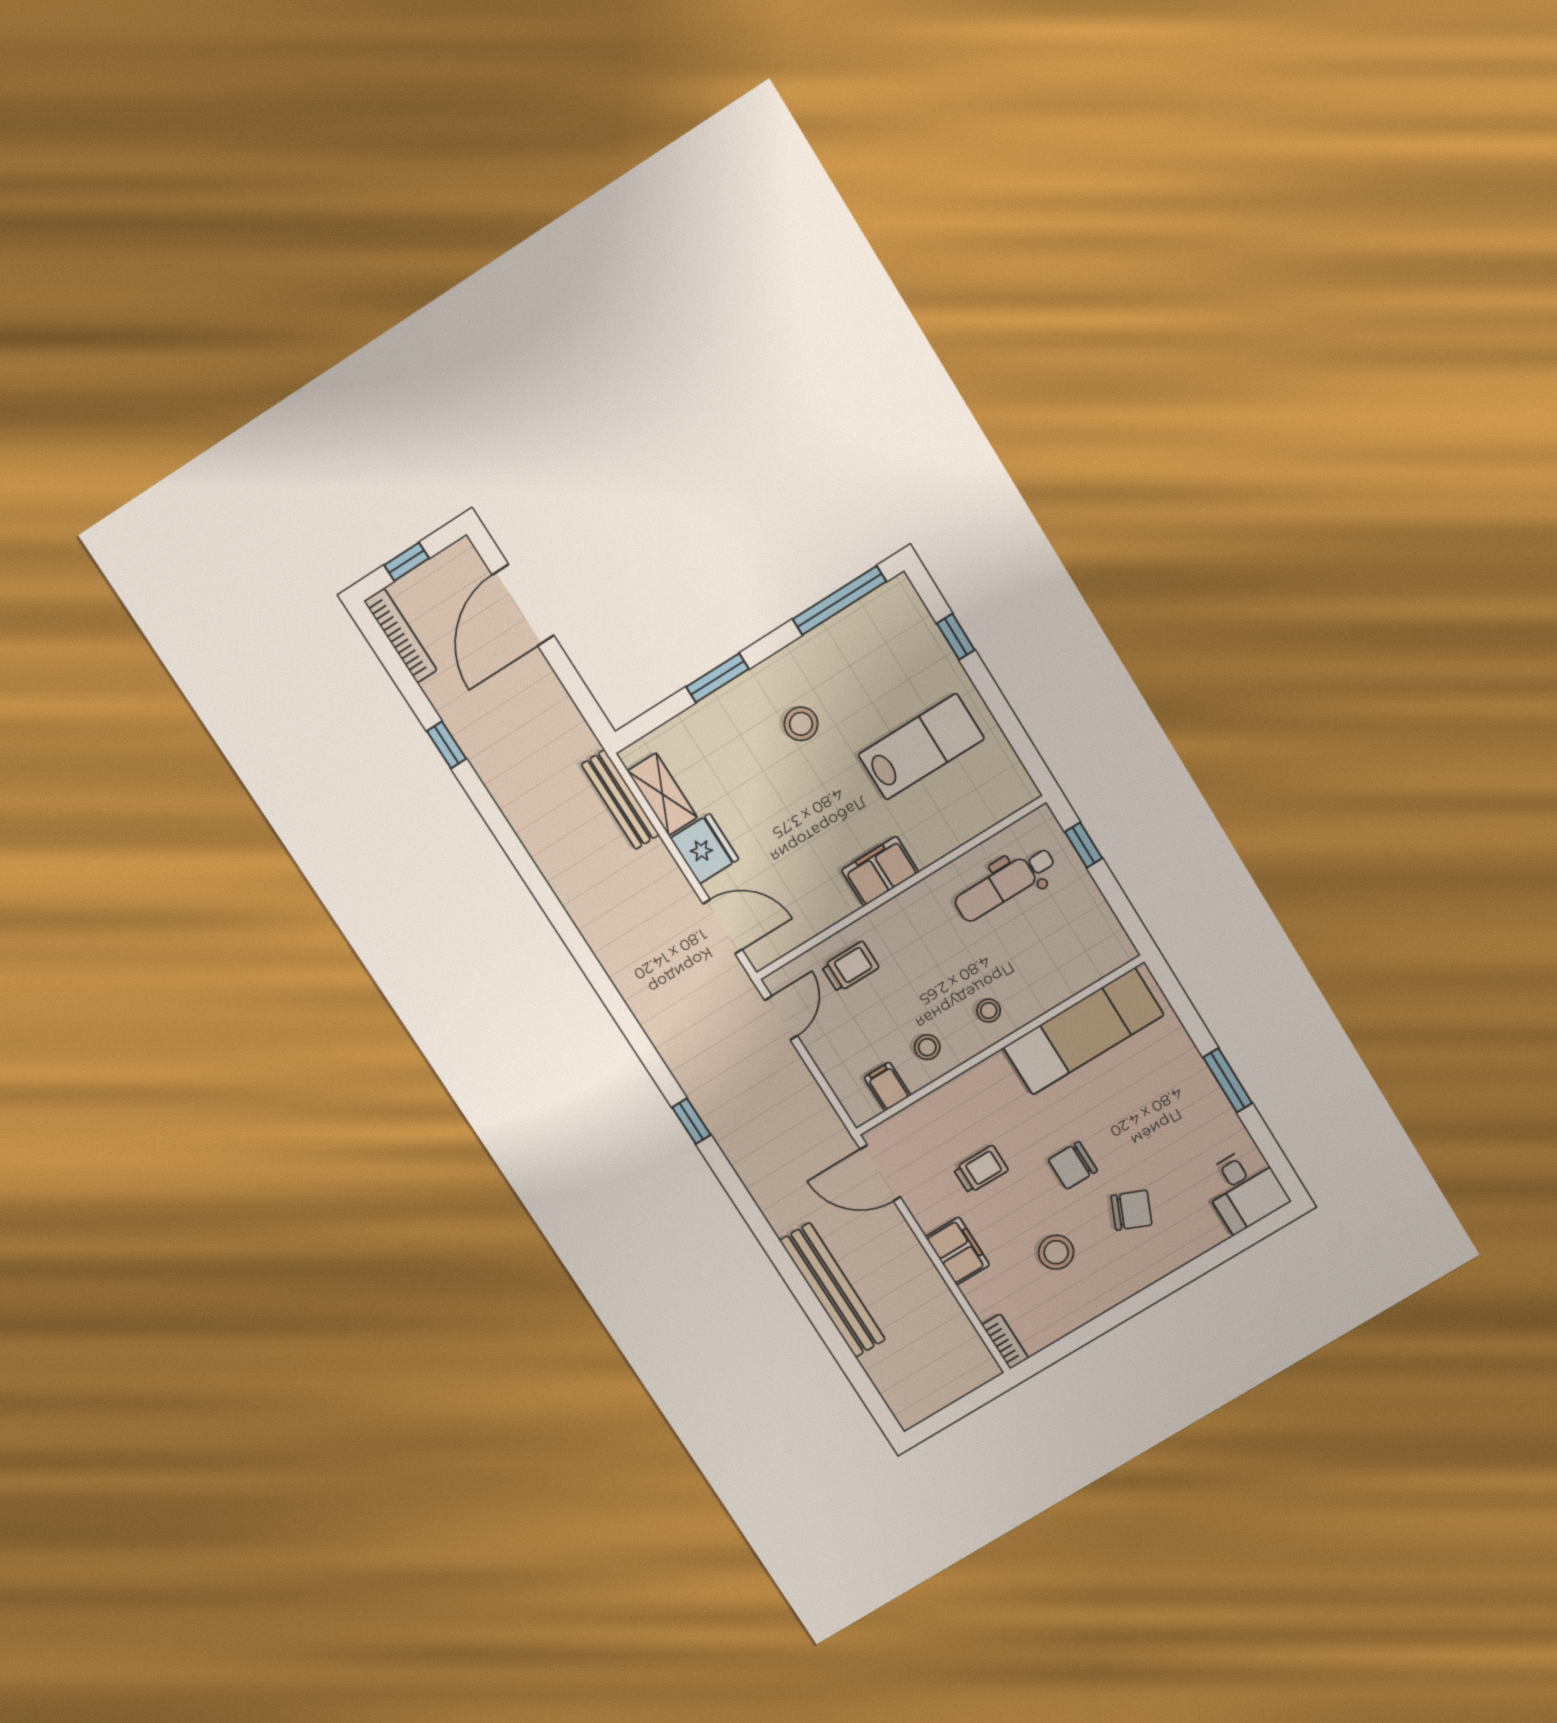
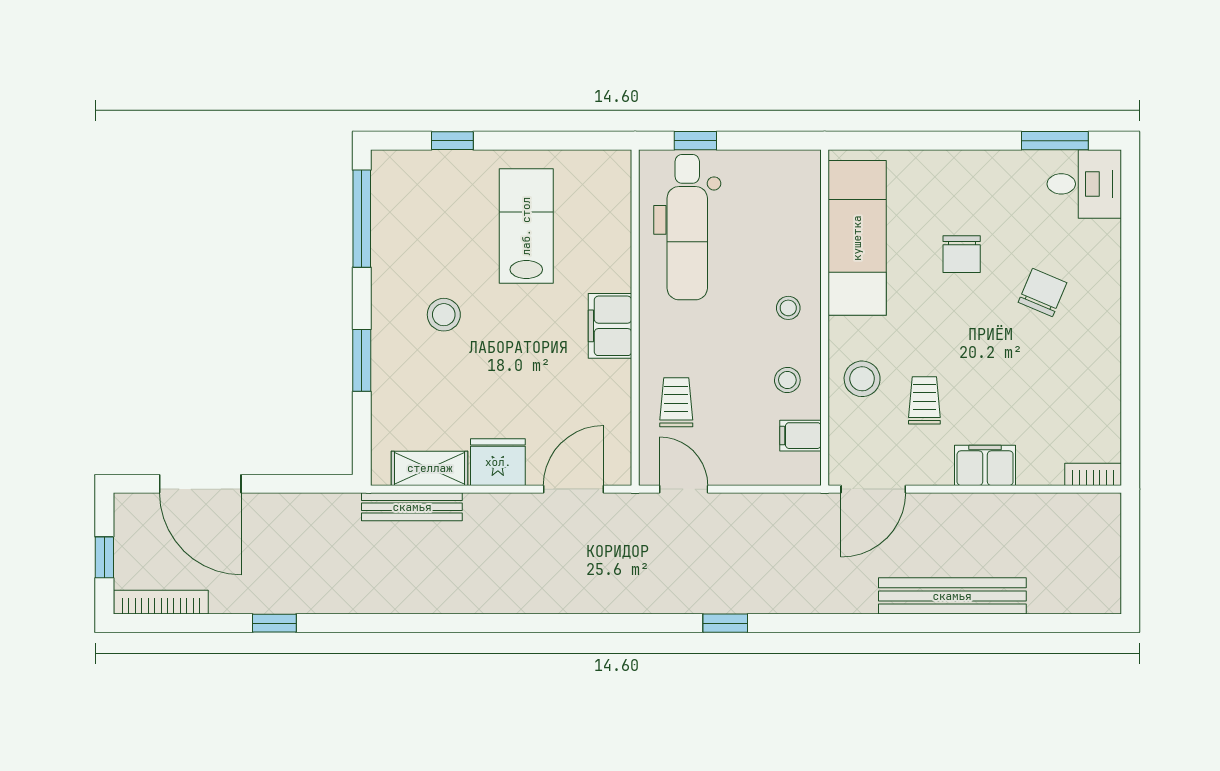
dental chair: (1005, 884) -> (687, 227), width x1.36, depth x1.38
window: (1228, 1080) -> (1055, 141), moved
chair: (1073, 1165) -> (962, 254), moved
stool: (1056, 1252) -> (862, 379), moved

